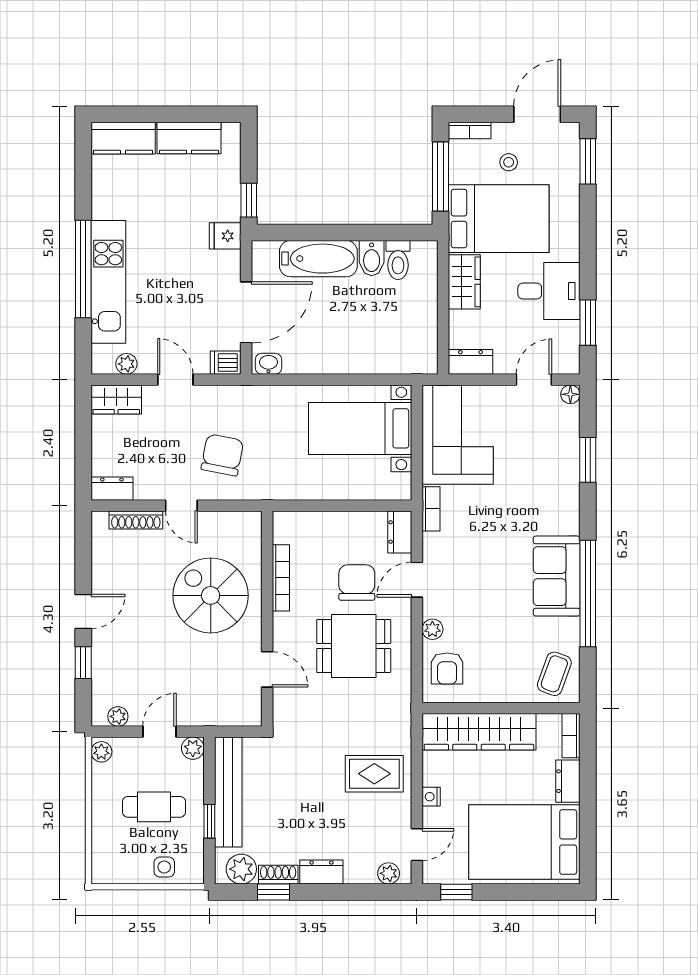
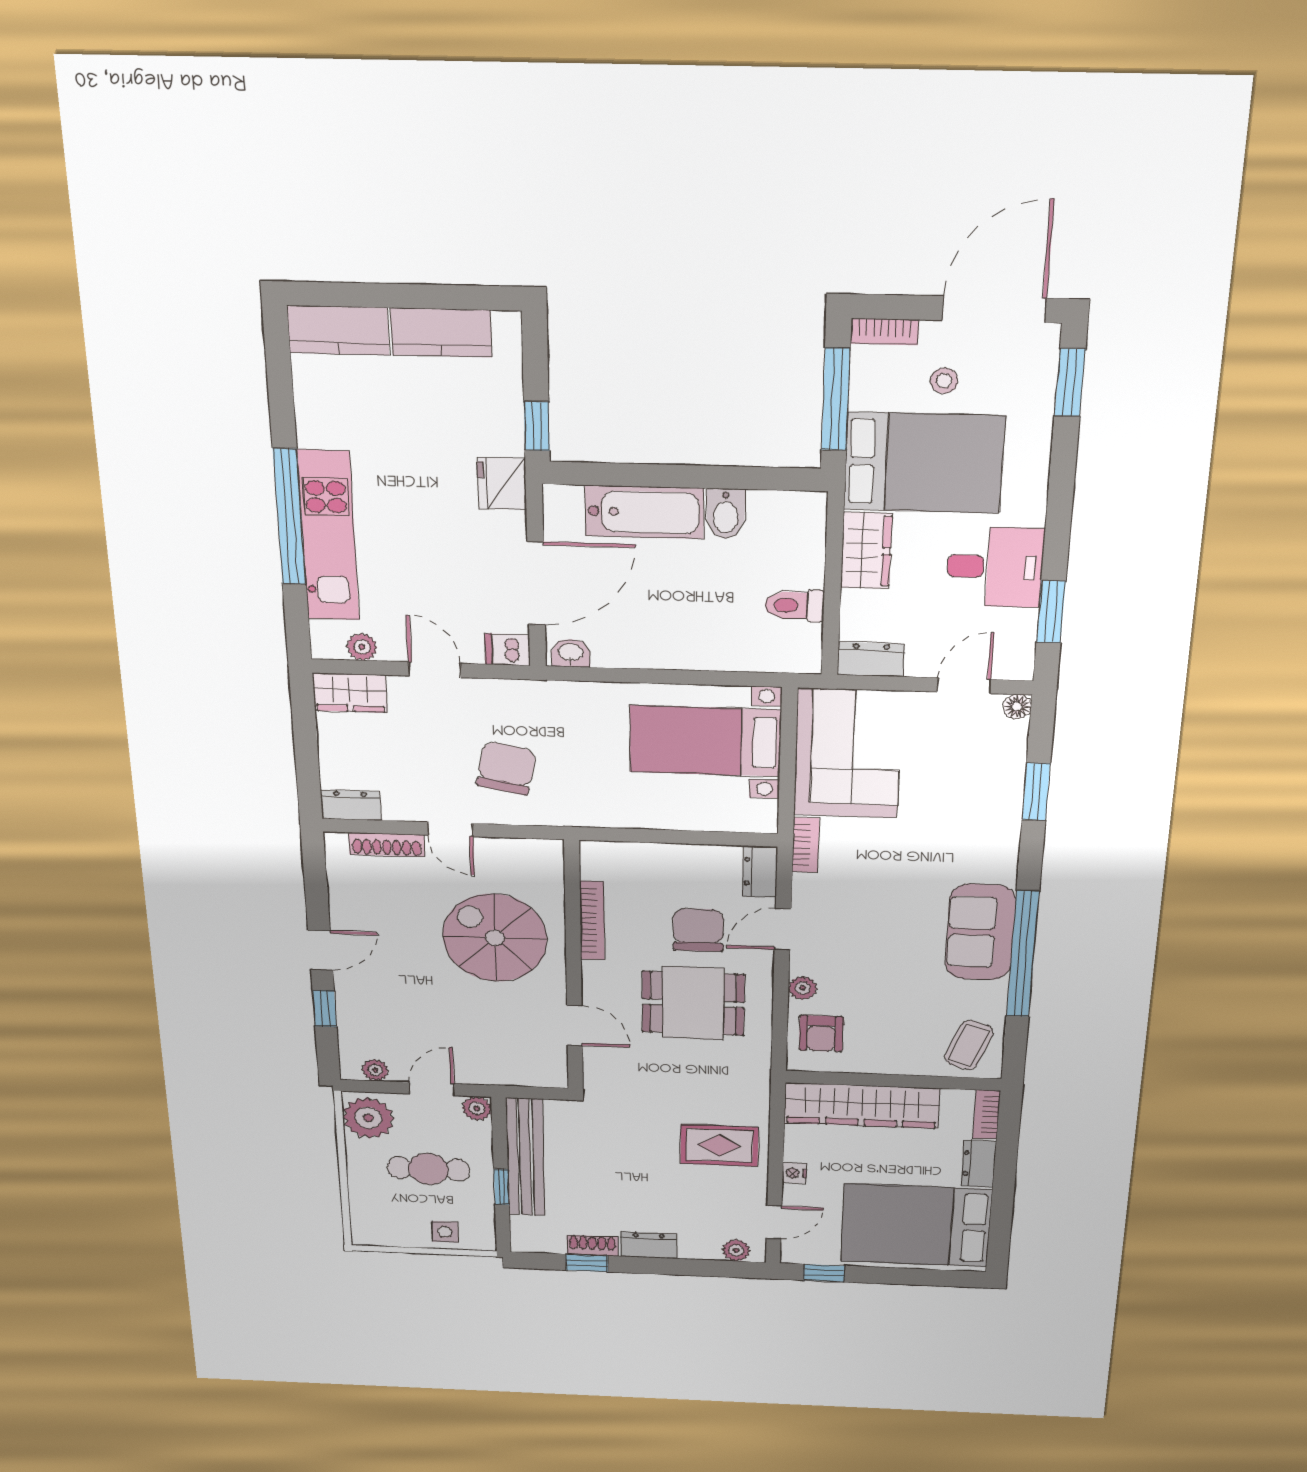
door: (537, 114) -> (994, 309), width x1.36
fridge: (225, 236) -> (502, 484), width x1.38
toilet: (398, 260) -> (794, 605), moved, turned 90
plant: (101, 752) -> (368, 1118), width x1.88, depth x1.88
plant: (241, 869) -> (545, 1238), removed

